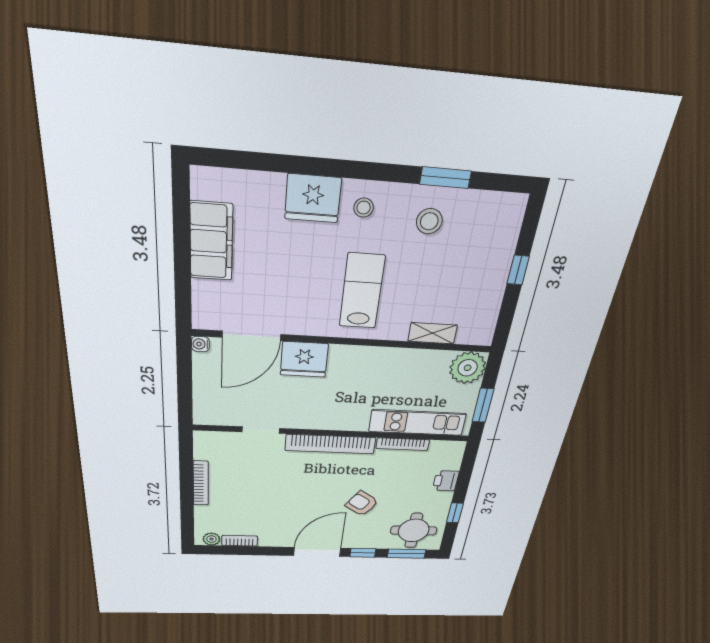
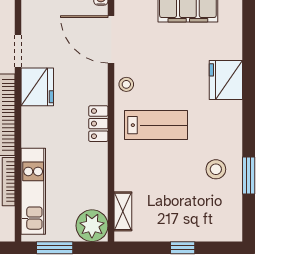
stool: (364, 208) -> (126, 84), moved
shelving: (432, 333) -> (123, 211), moved
locker: (352, 355) -> (98, 124), added
fridge: (304, 359) -> (37, 87), moved, turned 180

